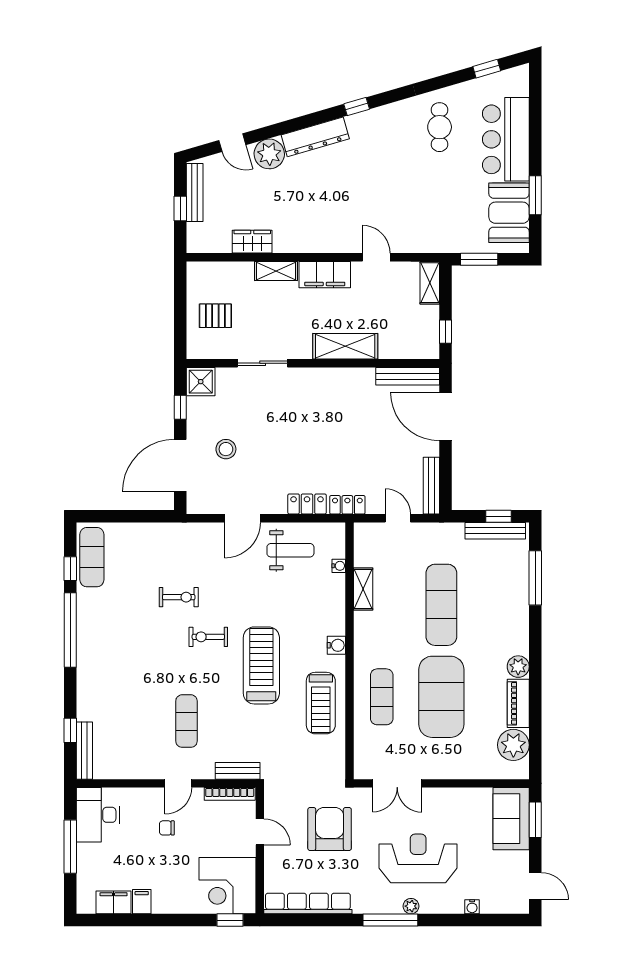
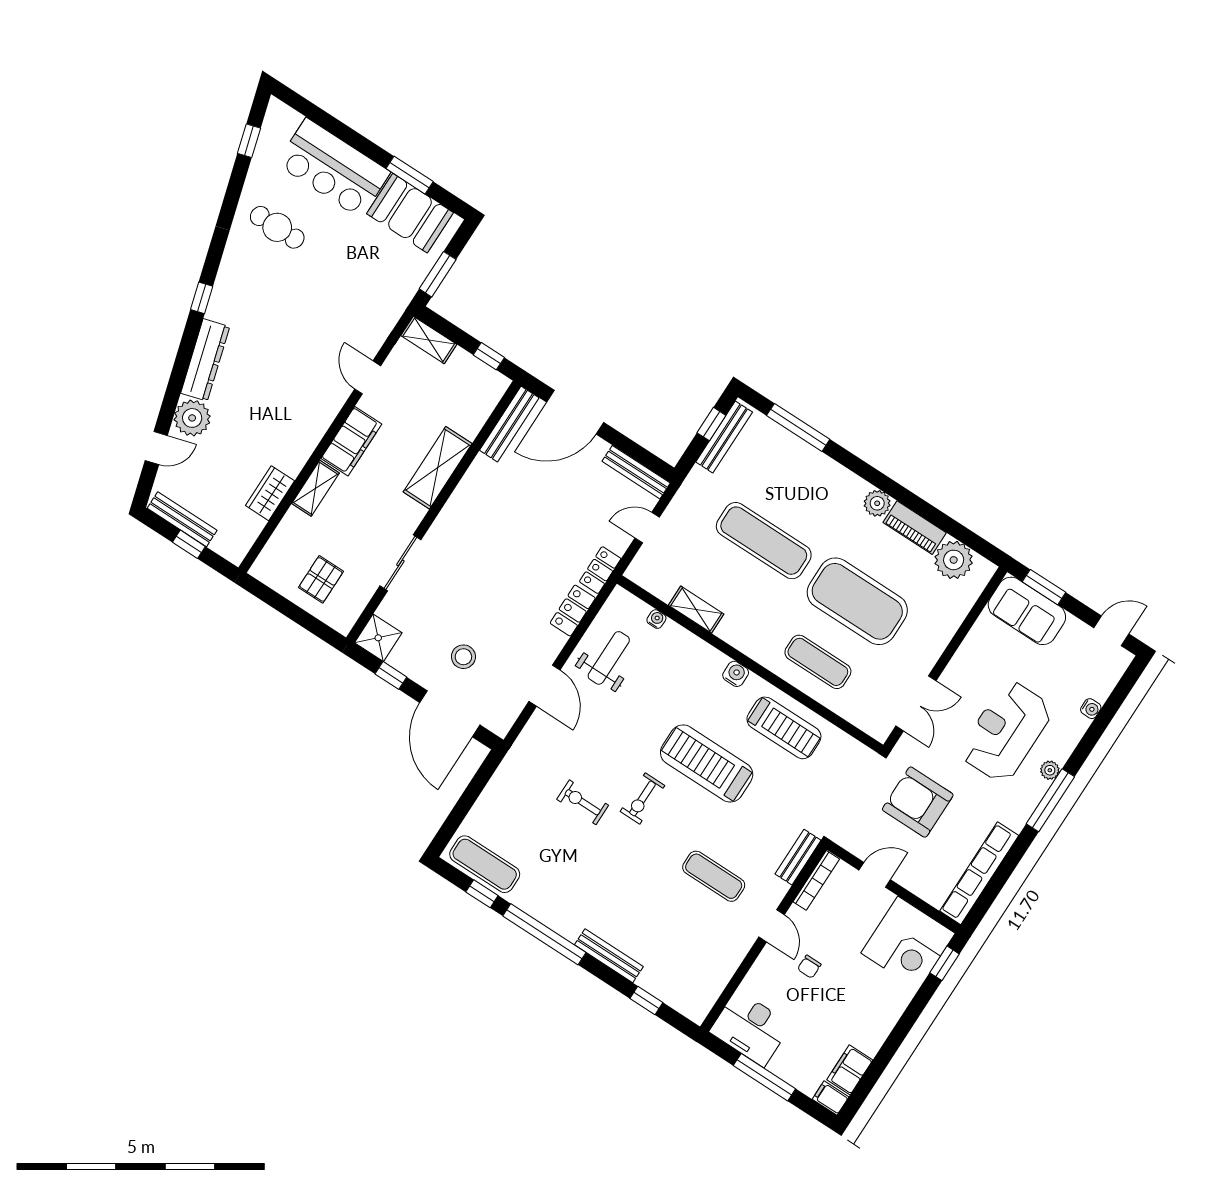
door: (376, 257) -> (368, 377), hinge flipped
exercise bike: (179, 597) -> (583, 802), turned -90
bench: (84, 751) -> (609, 956), moved
filing cabinet: (142, 902) -> (831, 1098), moved

